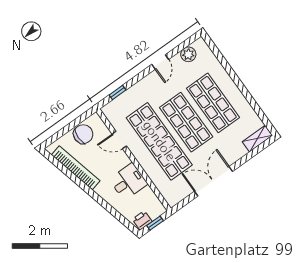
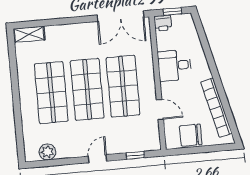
door: (160, 62) -> (97, 159), moved
shop shelf: (159, 141) -> (123, 86), width x0.71
double door: (213, 181) -> (120, 16), moved
printer: (142, 220) -> (163, 23), moved

